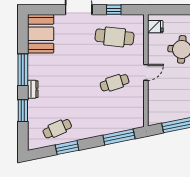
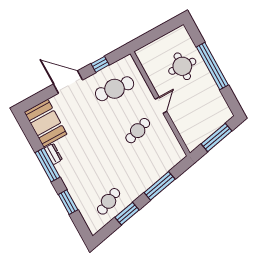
fridge: (155, 27) -> (147, 59), removed
dresser: (33, 89) -> (53, 154), moved
window: (119, 137) -> (160, 186), moved

